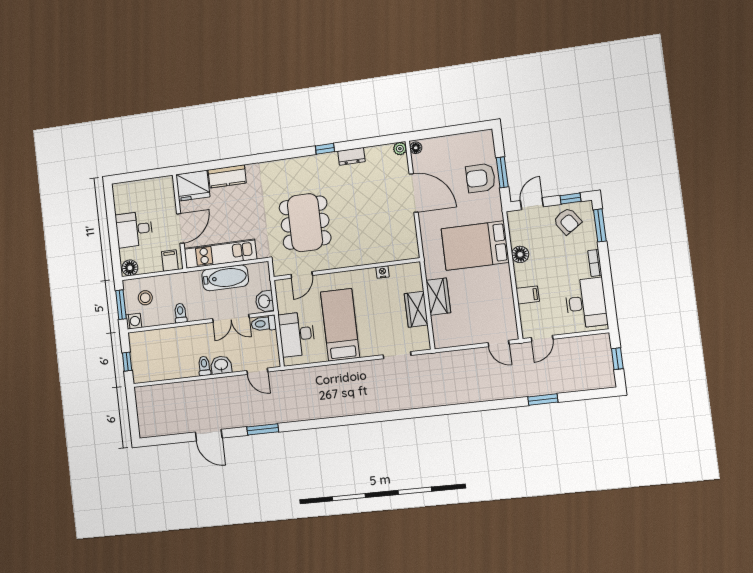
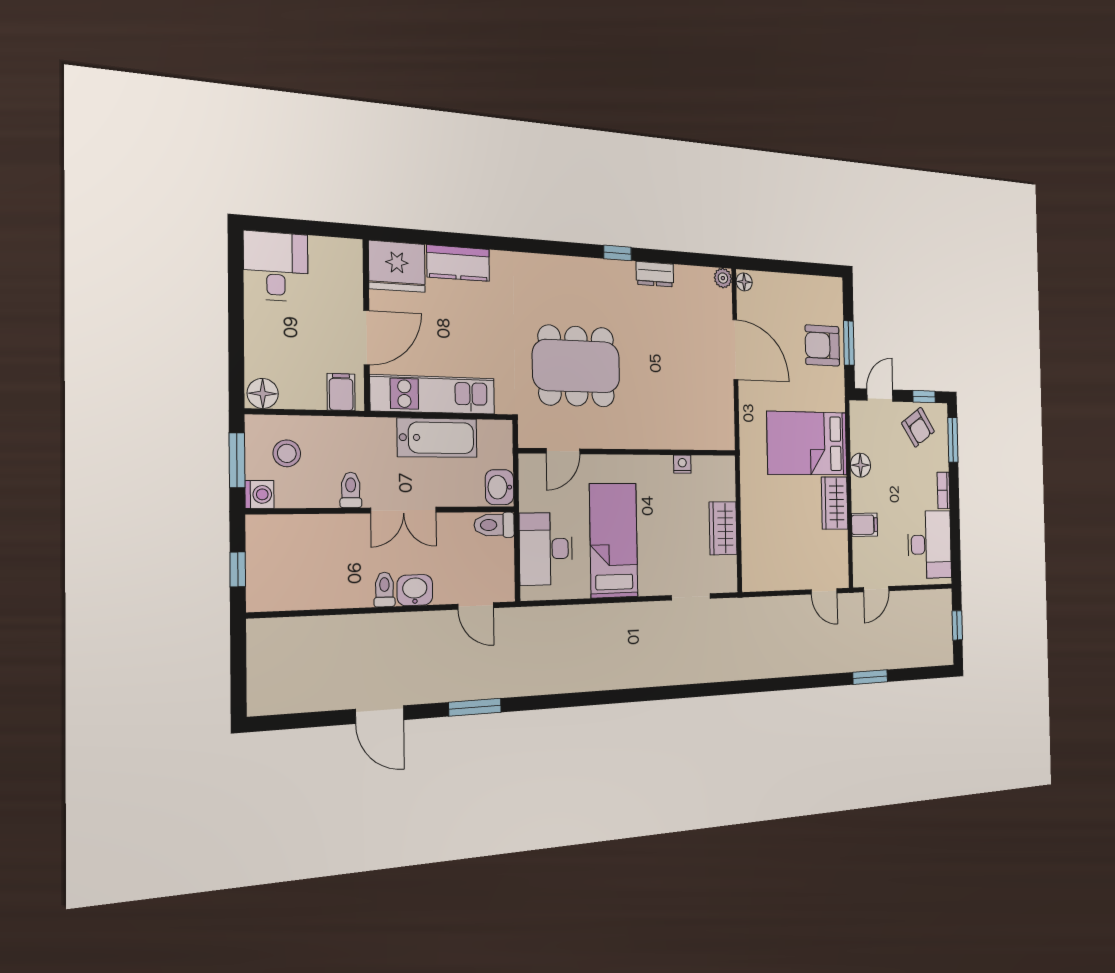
dining table: (305, 223) -> (576, 366), turned 90
desk: (134, 229) -> (276, 266), moved, turned 90
wardrobe: (438, 297) -> (835, 503), moved, turned 180
double door: (231, 318) -> (404, 510), moved

